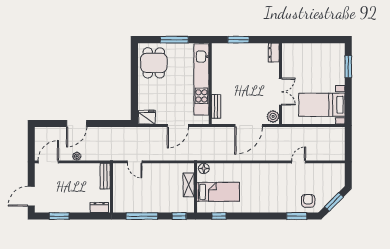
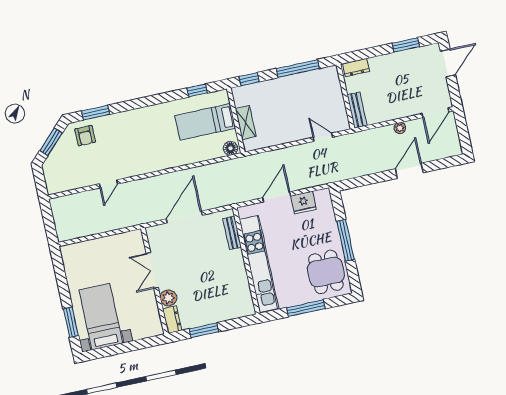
window: (238, 40) -> (204, 330), moved
window: (134, 83) -> (345, 240), added
bed with nightstands: (322, 105) -> (101, 317), moved, turned -90
plant: (273, 116) -> (168, 298), moved
fridge: (147, 117) -> (304, 203), moved

